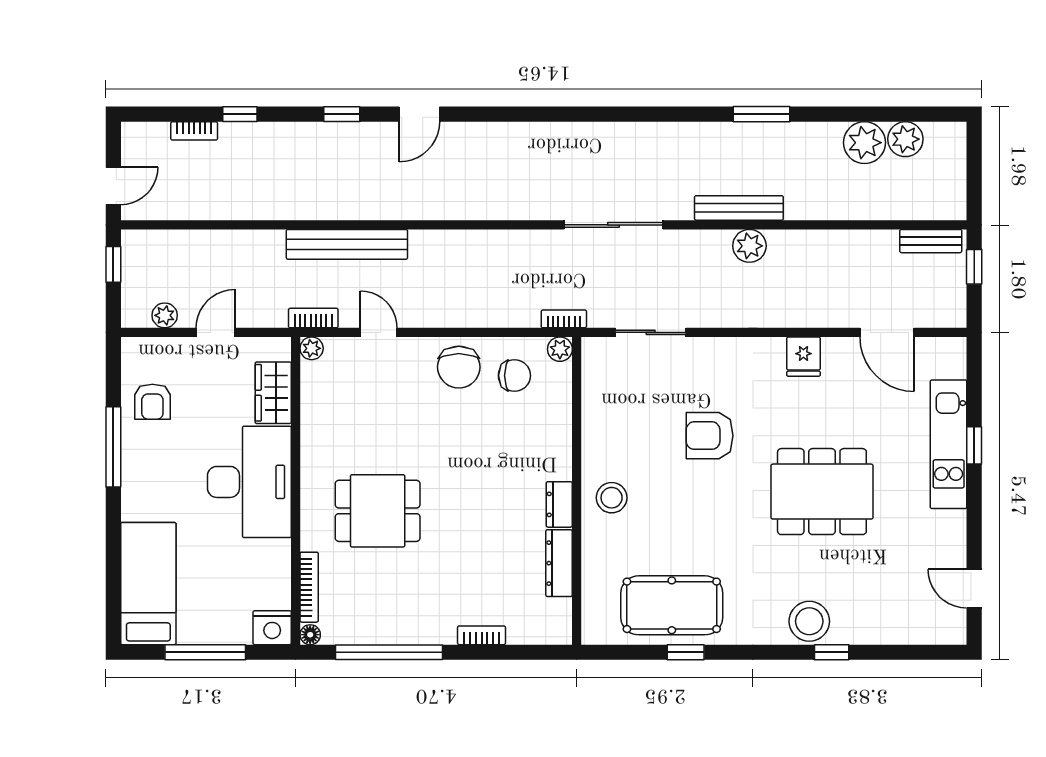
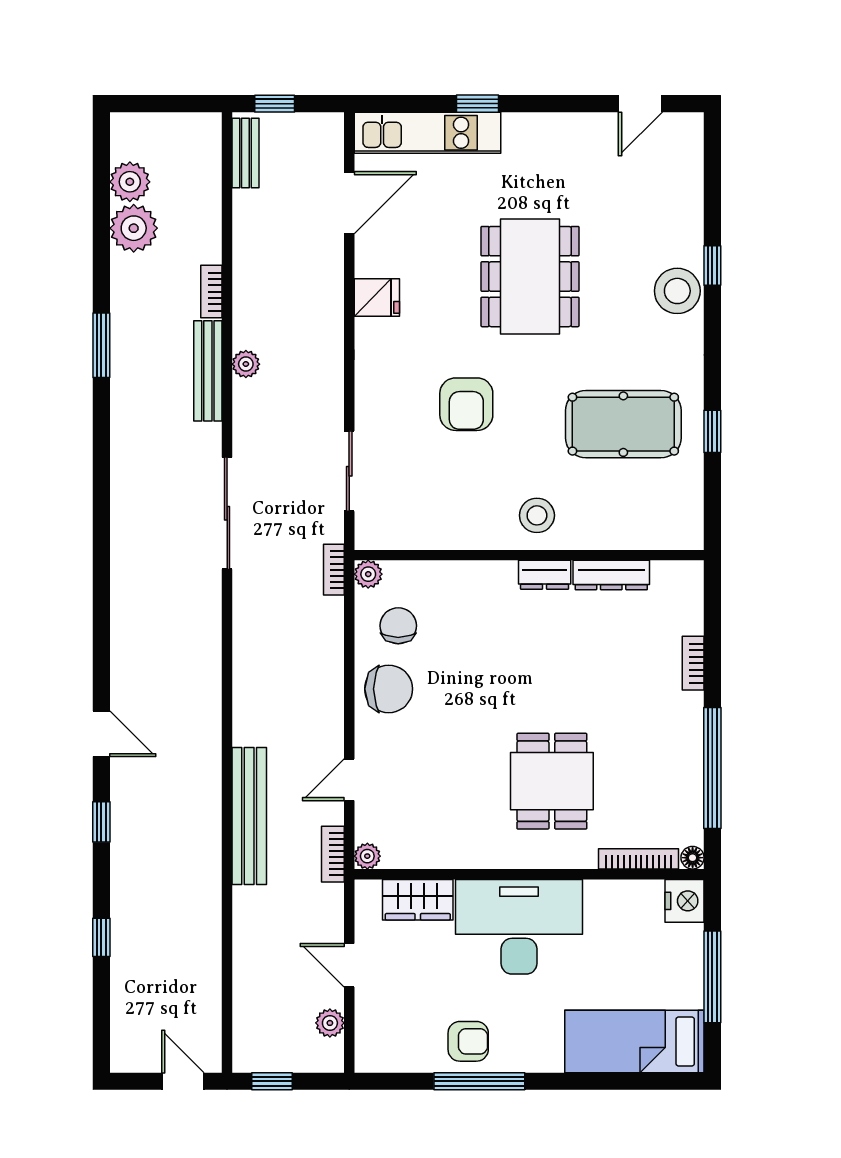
bookcase: (194, 131) -> (211, 292), moved, turned 180
plant: (749, 246) -> (246, 364), width x0.73, depth x0.73
armchair: (152, 402) -> (468, 1041), moved
kitchen unit: (949, 444) -> (427, 133), moved
pool table: (672, 605) -> (623, 424), moved, turned 90

